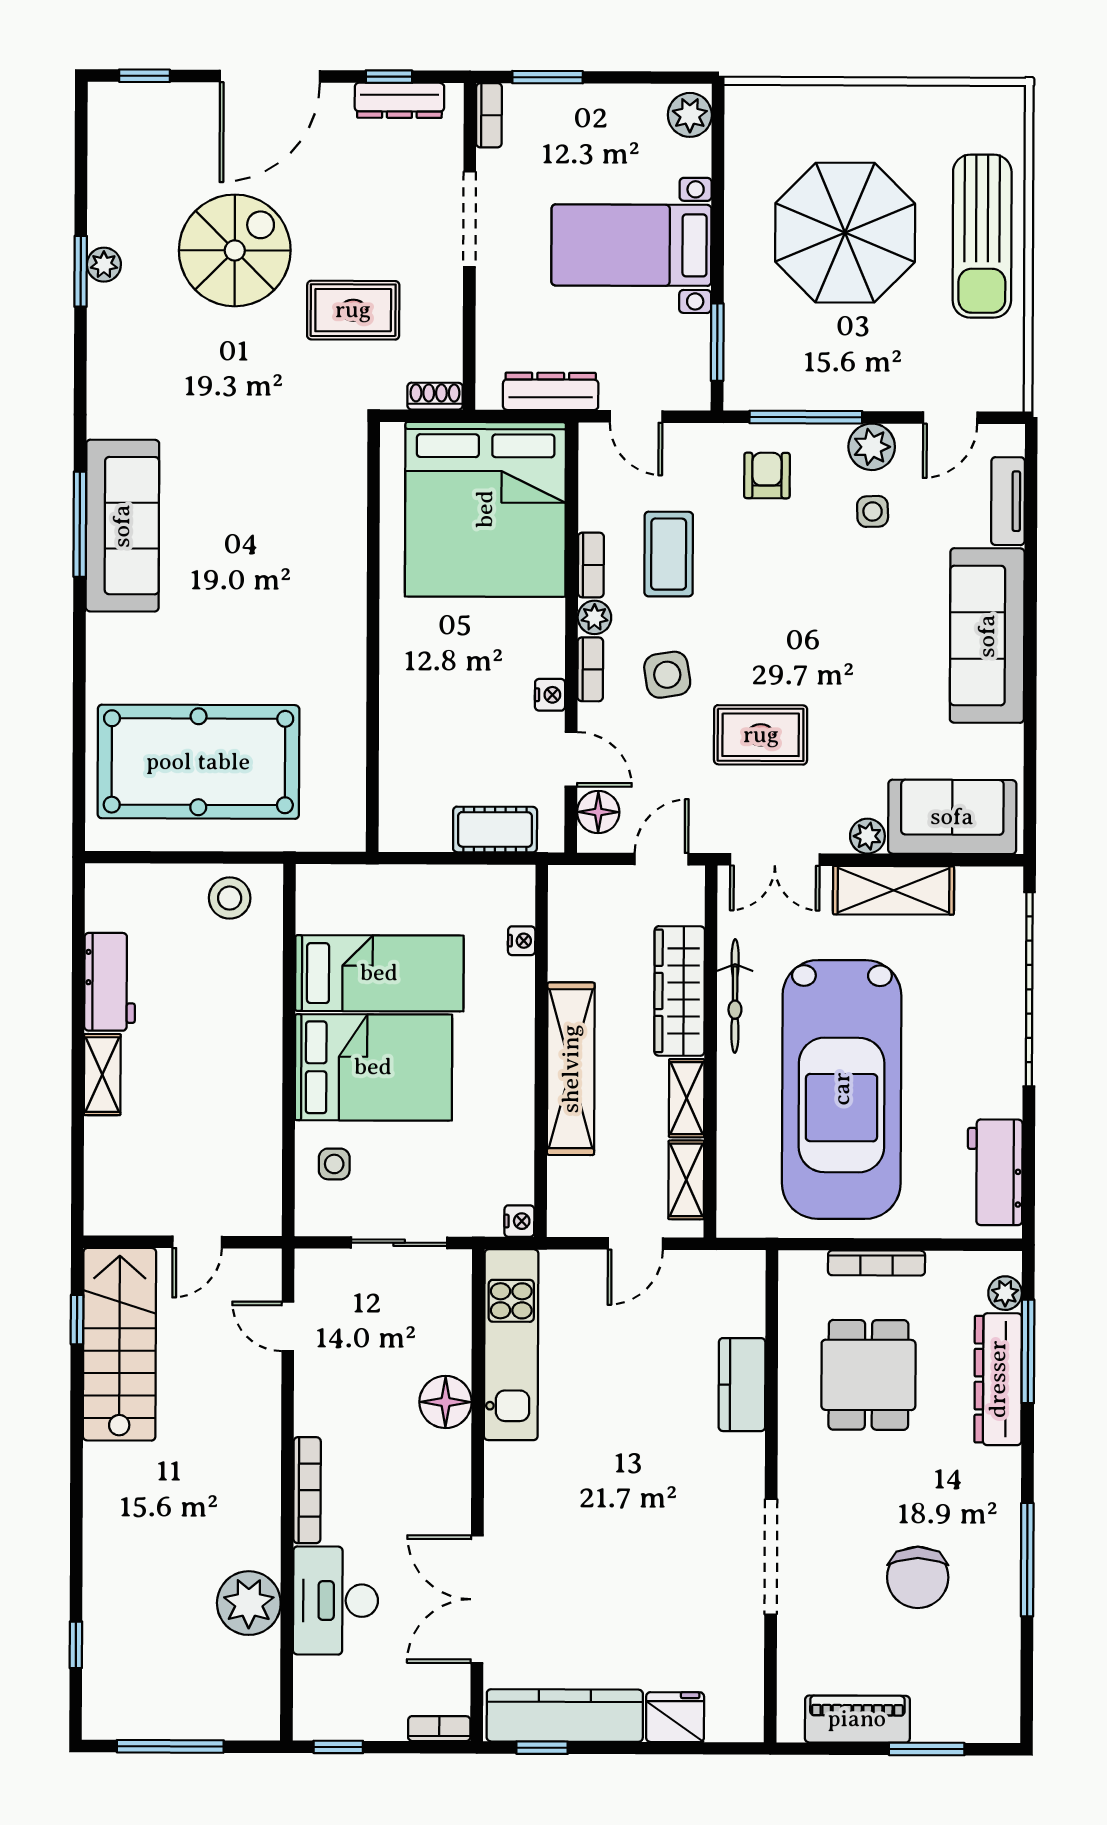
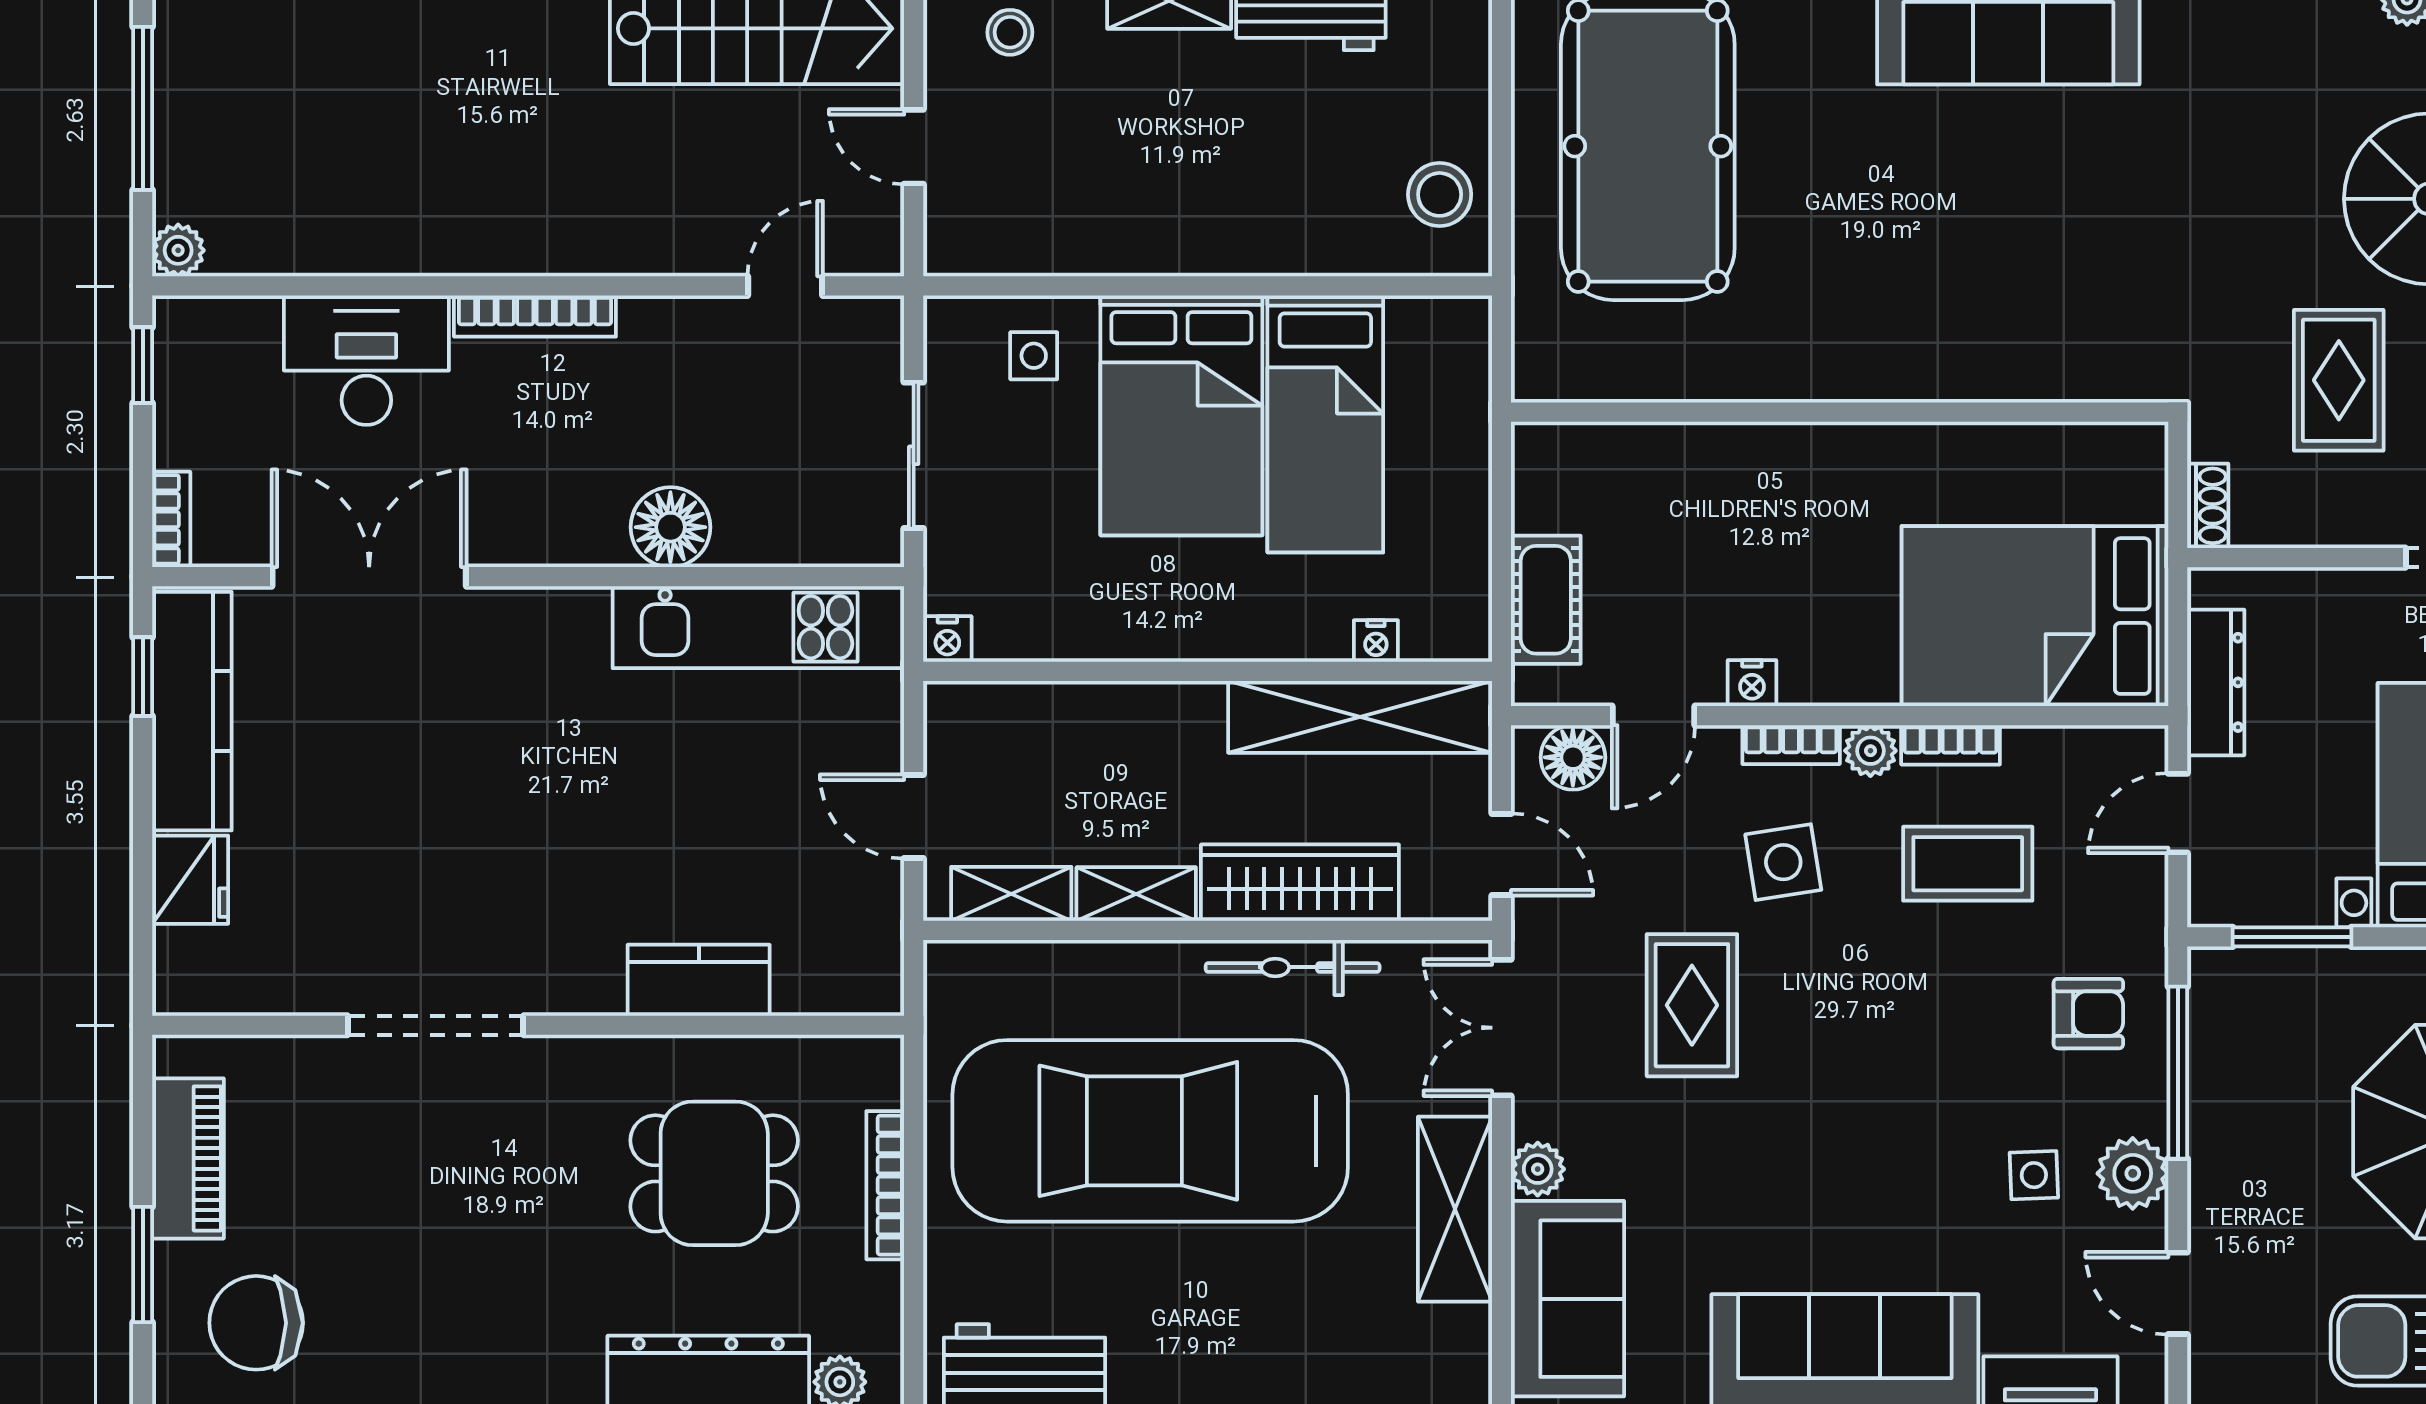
bed: (485, 509) -> (2035, 616), width x0.73
shelving: (571, 1069) -> (1360, 717), moved
stool: (123, 1179) -> (1010, 32), added
chair: (918, 1577) -> (256, 1323), moved
plant: (249, 1603) -> (178, 250), moved, width x0.53, depth x0.53

